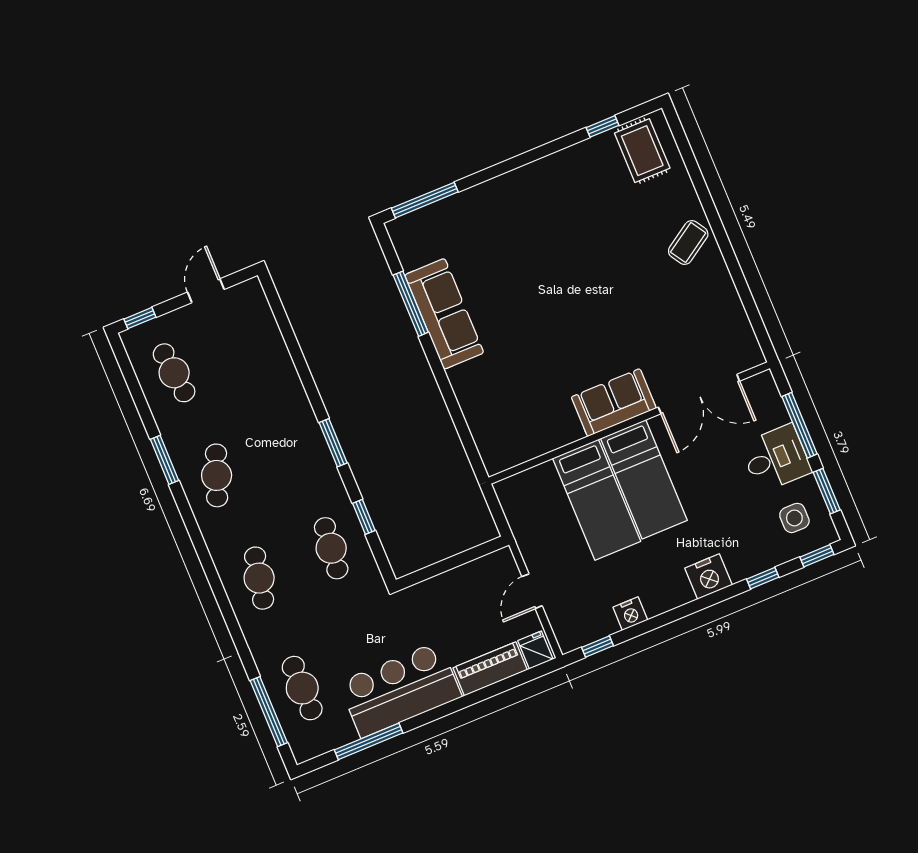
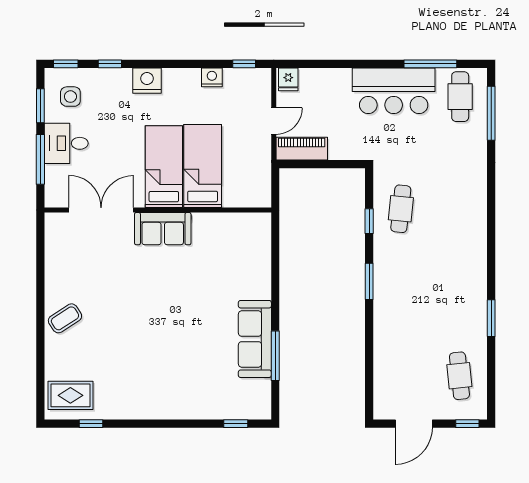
rug: (642, 151) -> (70, 395), turned 90
window: (425, 200) -> (236, 424), width x0.46
door: (206, 291) -> (414, 424), width x1.37
cafe table: (217, 475) -> (459, 292), removed
cafe table: (259, 578) -> (459, 209), removed
piano: (490, 669) -> (302, 149), moved, turned 180
cafe table: (302, 688) -> (460, 97), moved

